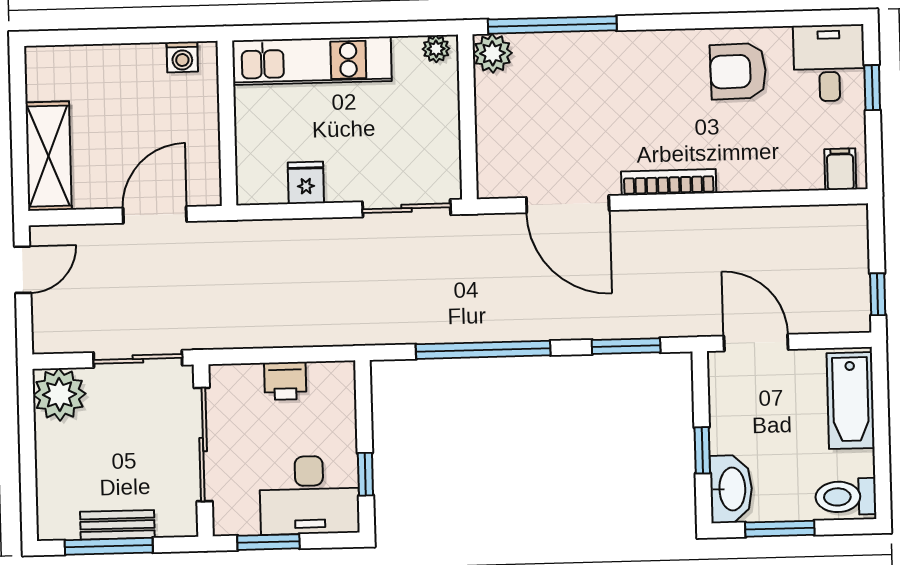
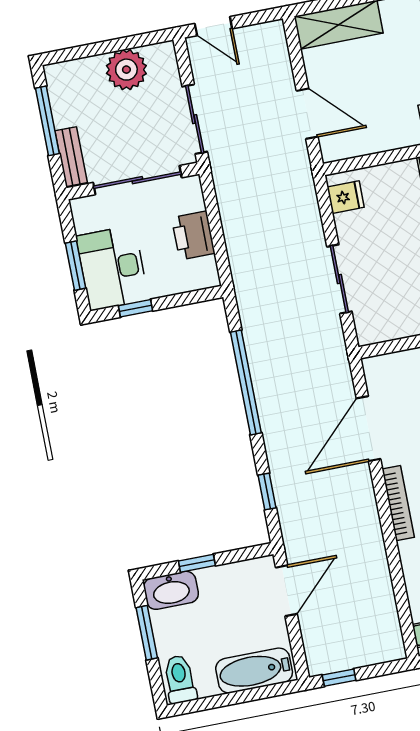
fridge: (306, 183) -> (346, 197), moved
sliding door: (406, 208) -> (339, 279), moved
door: (23, 270) -> (213, 26), moved
window: (626, 346) -> (267, 492), width x0.67
printer: (285, 381) -> (193, 235), width x1.36, depth x1.24
plant: (59, 394) -> (126, 70), moved
bench: (117, 525) -> (71, 157), moved
window: (268, 542) -> (75, 266), moved

